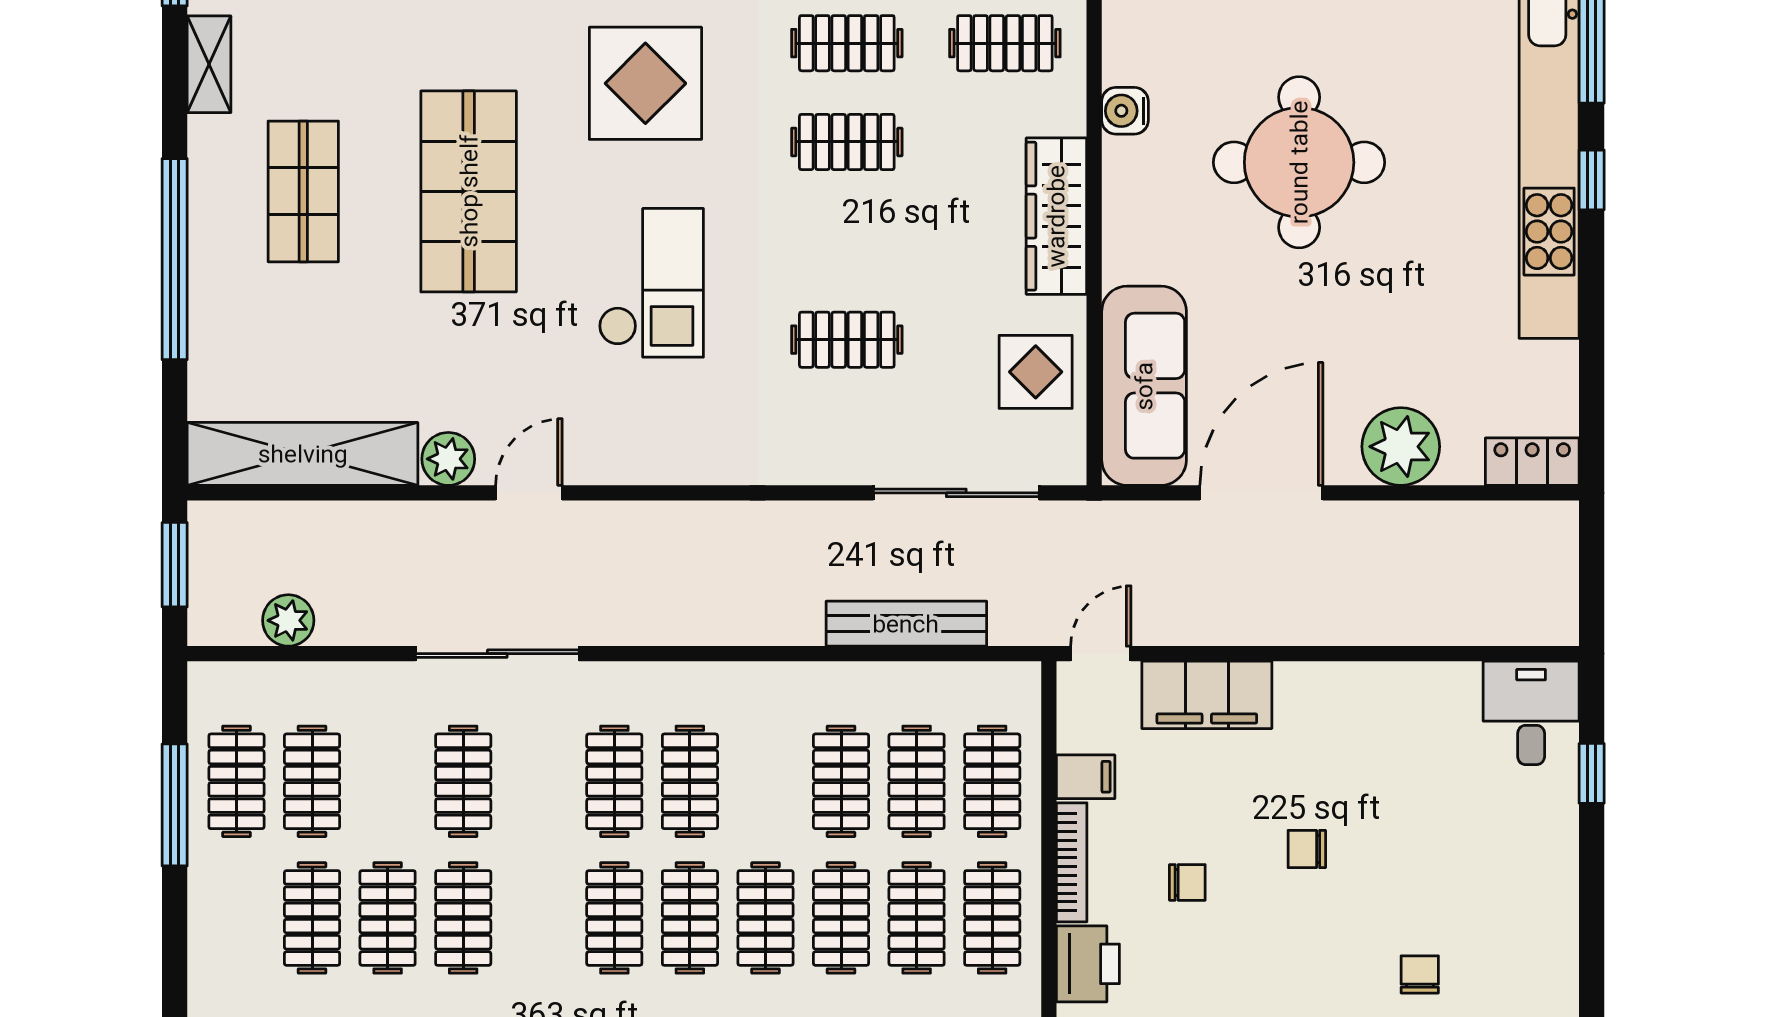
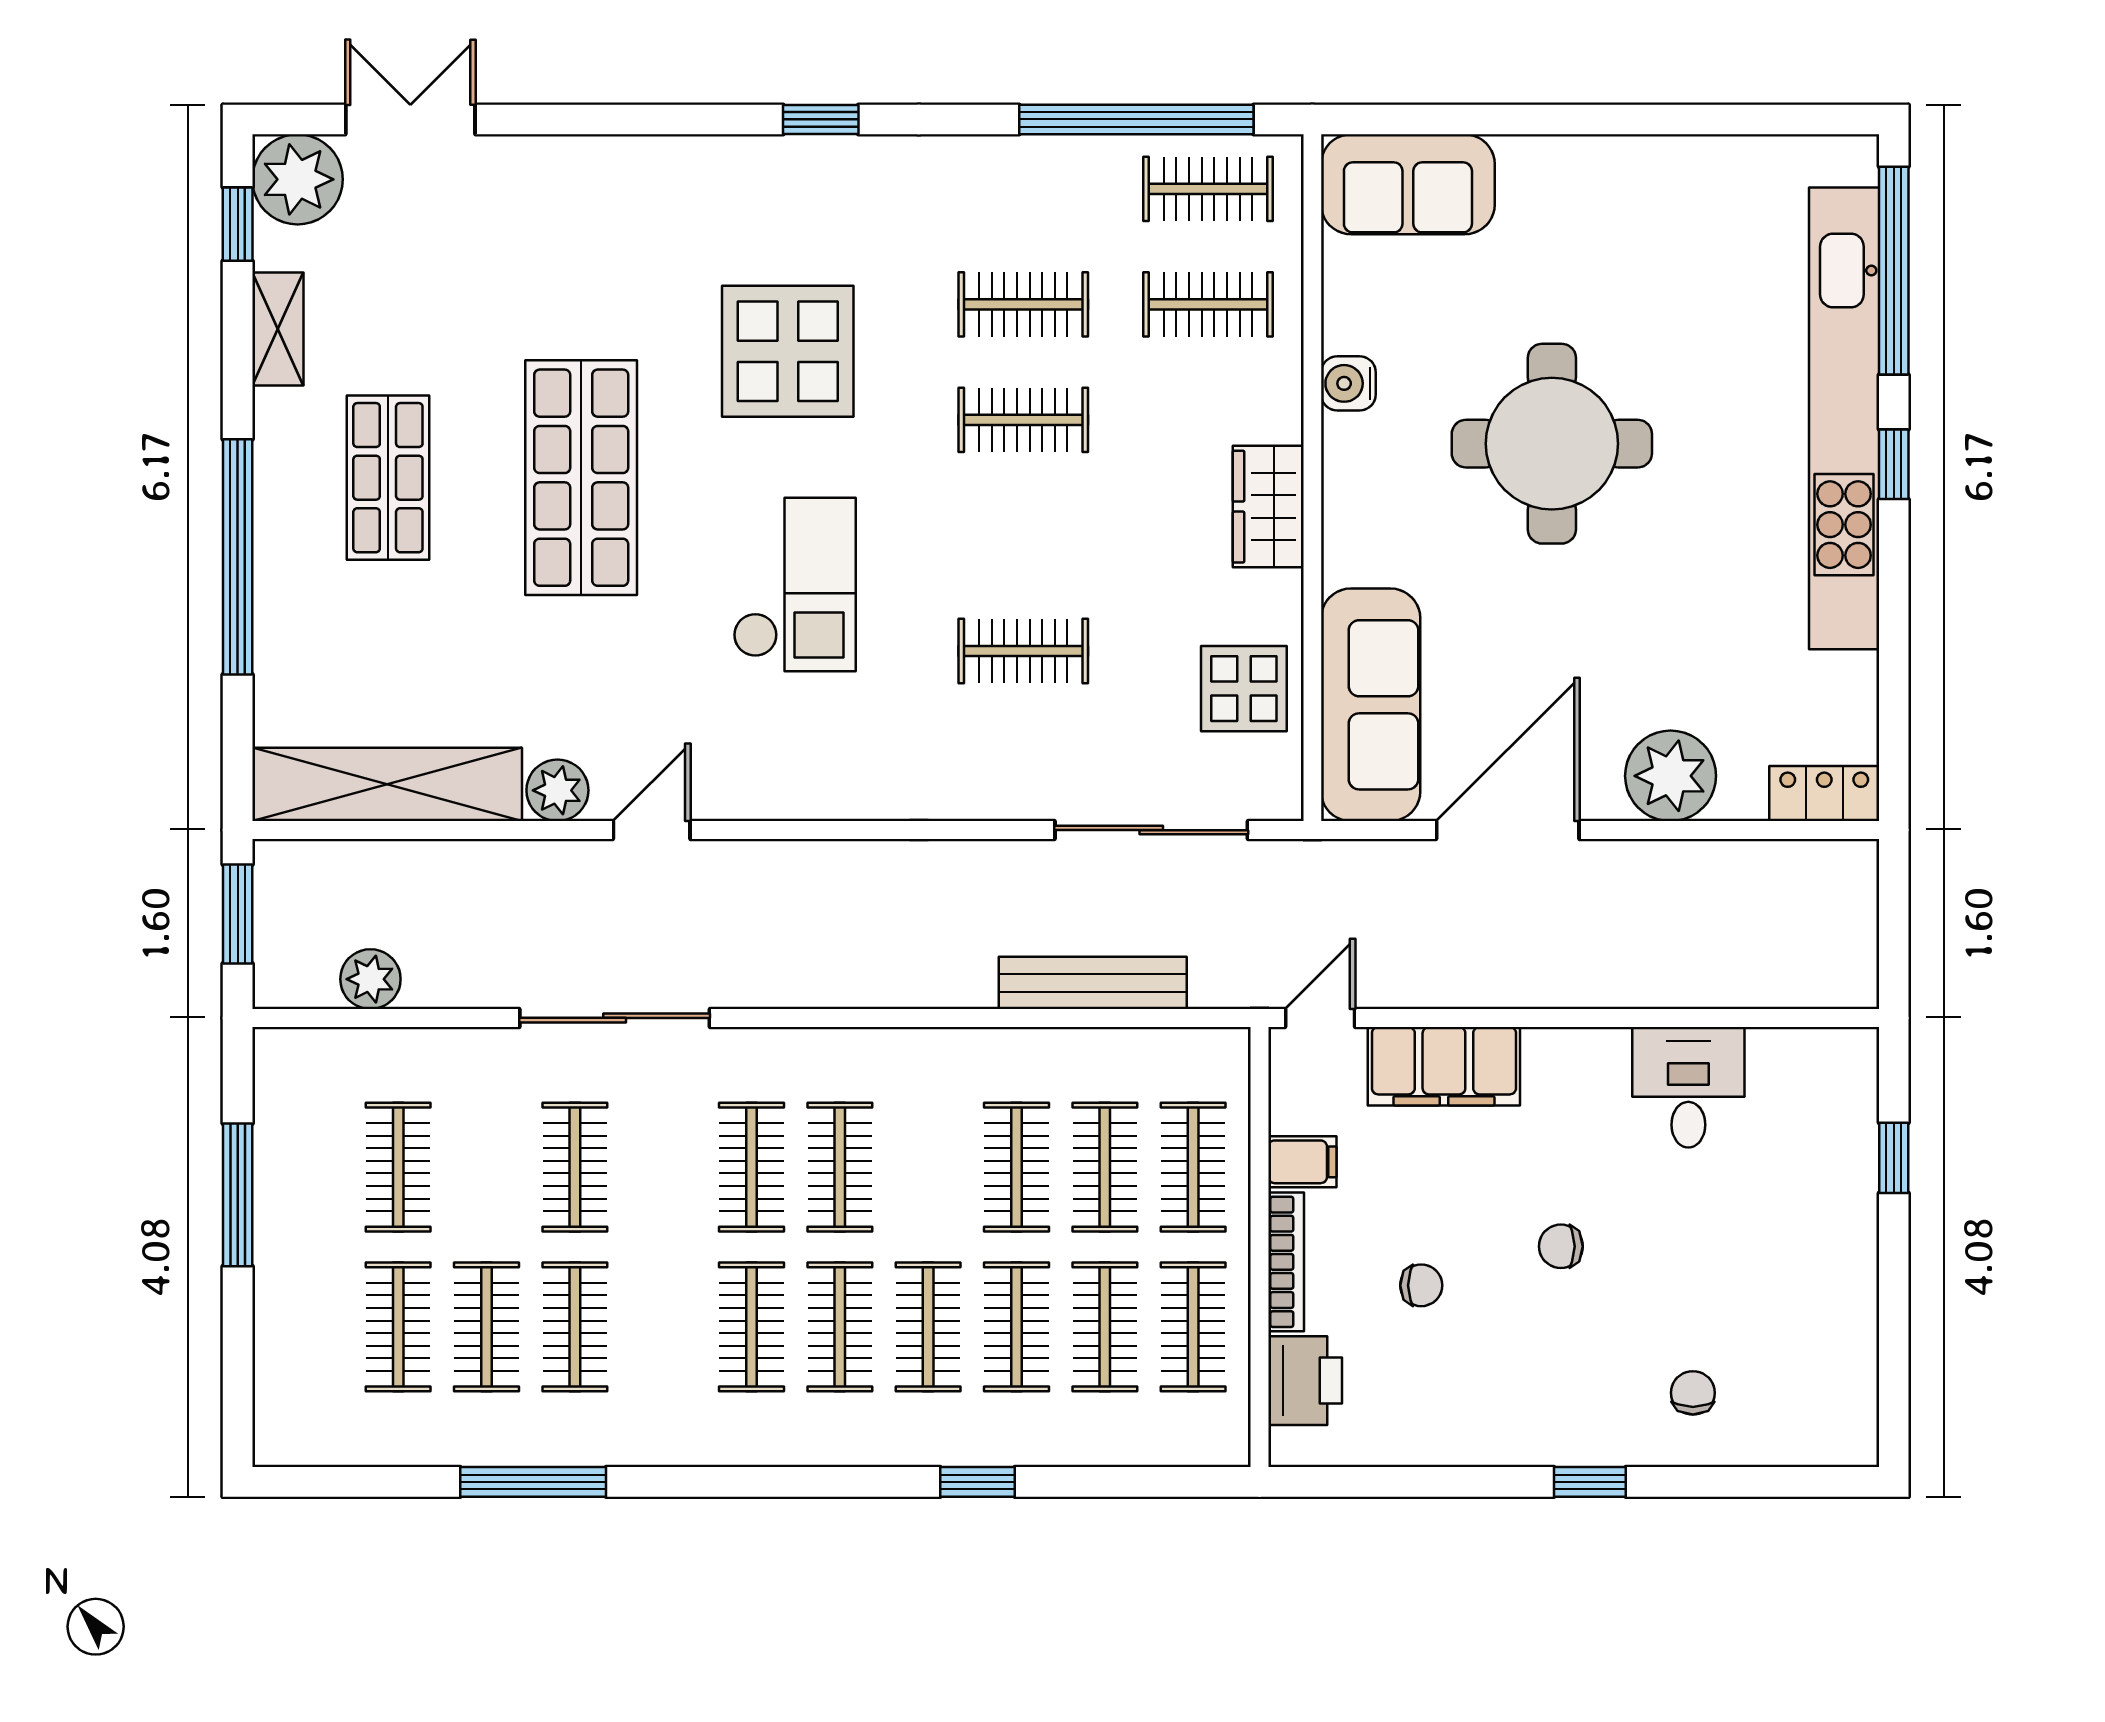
wardrobe: (1056, 216) -> (1268, 507), width x0.67
desk: (1531, 713) -> (1688, 1087), moved
clothes rail: (236, 781) -> (310, 1167), removed

